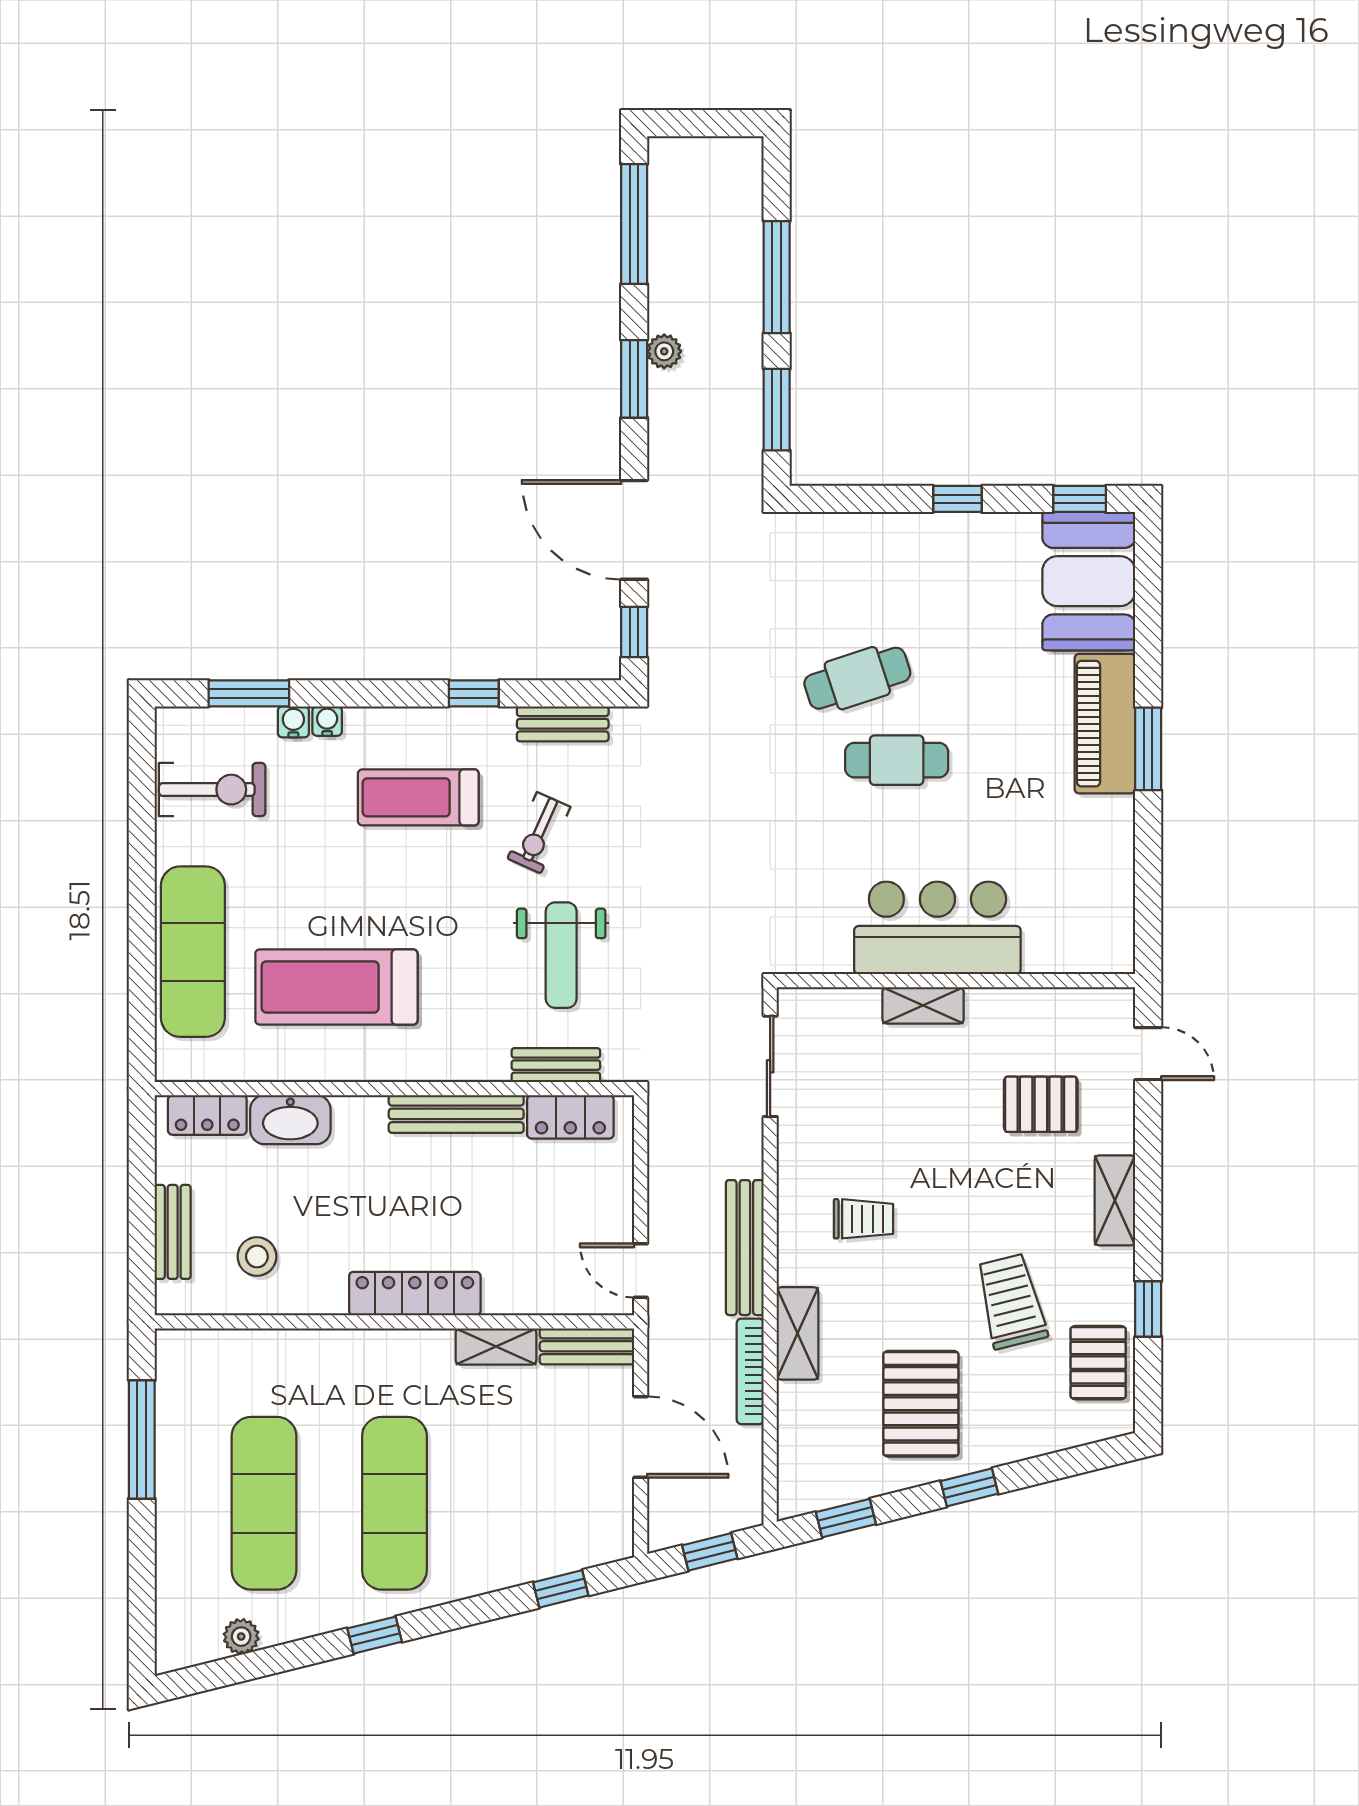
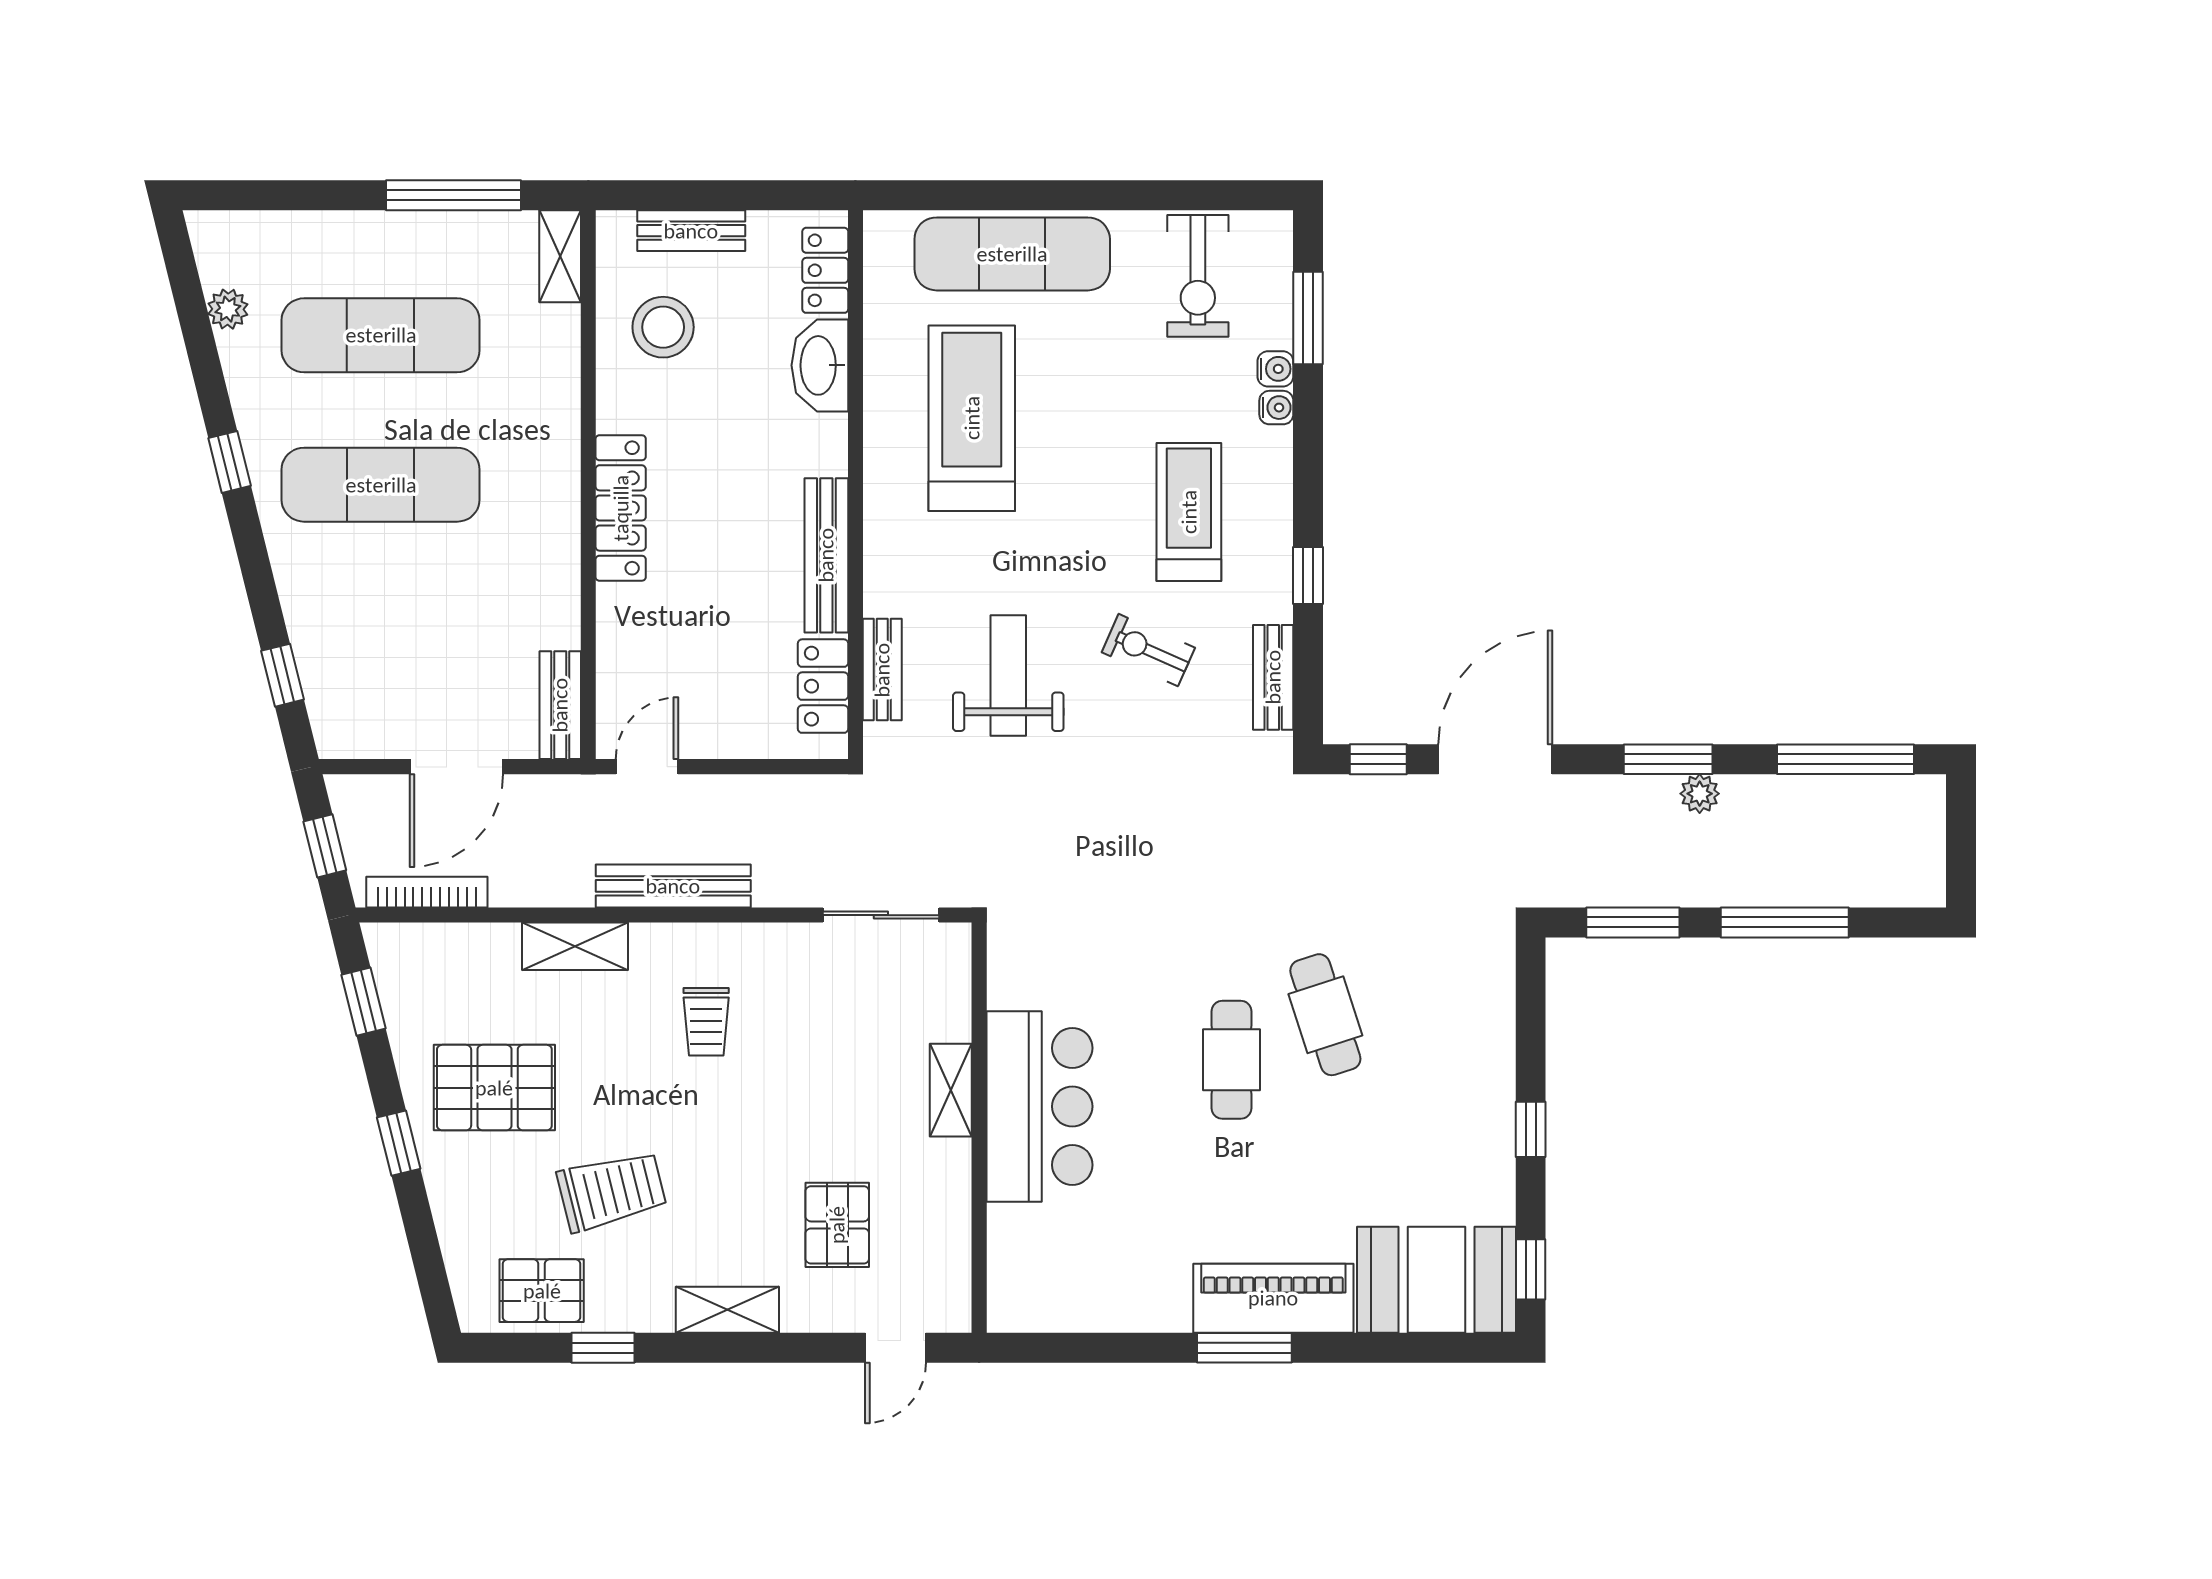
weight bench: (561, 955) -> (1008, 676), turned 90
stool: (257, 1257) -> (663, 327), width x1.38, depth x1.38
shelving: (496, 1346) -> (560, 256), moved
bookcase: (750, 1371) -> (427, 892), moved

